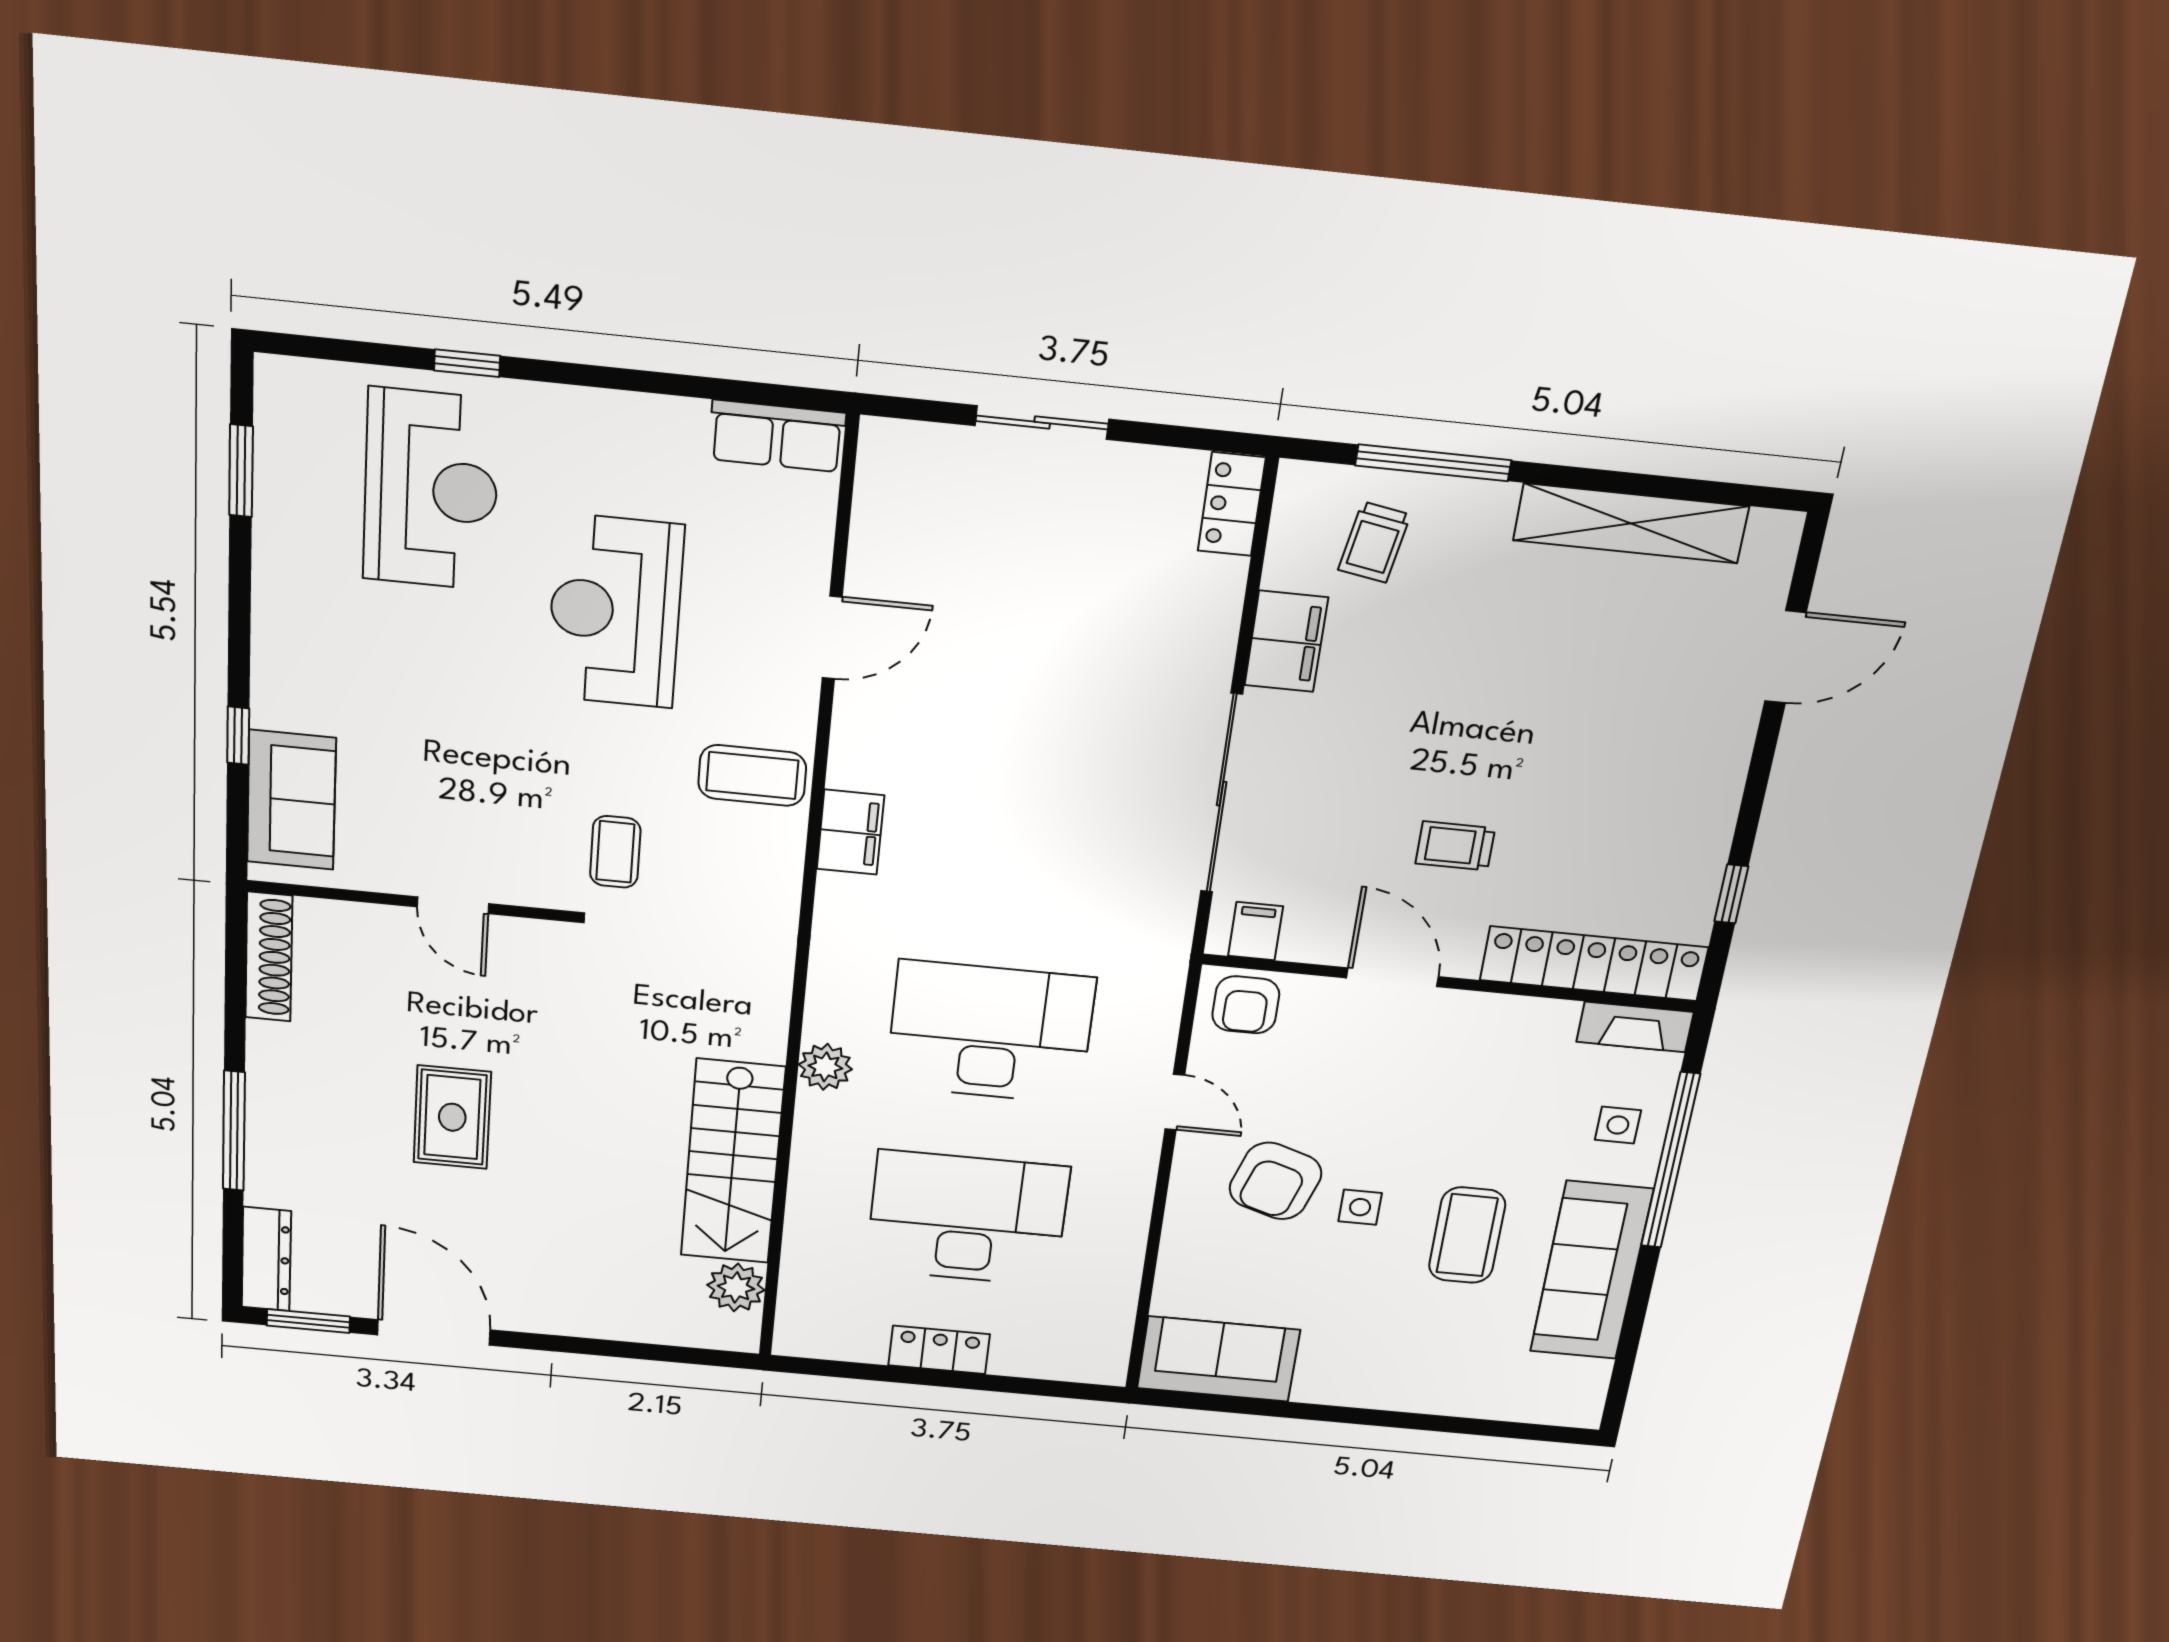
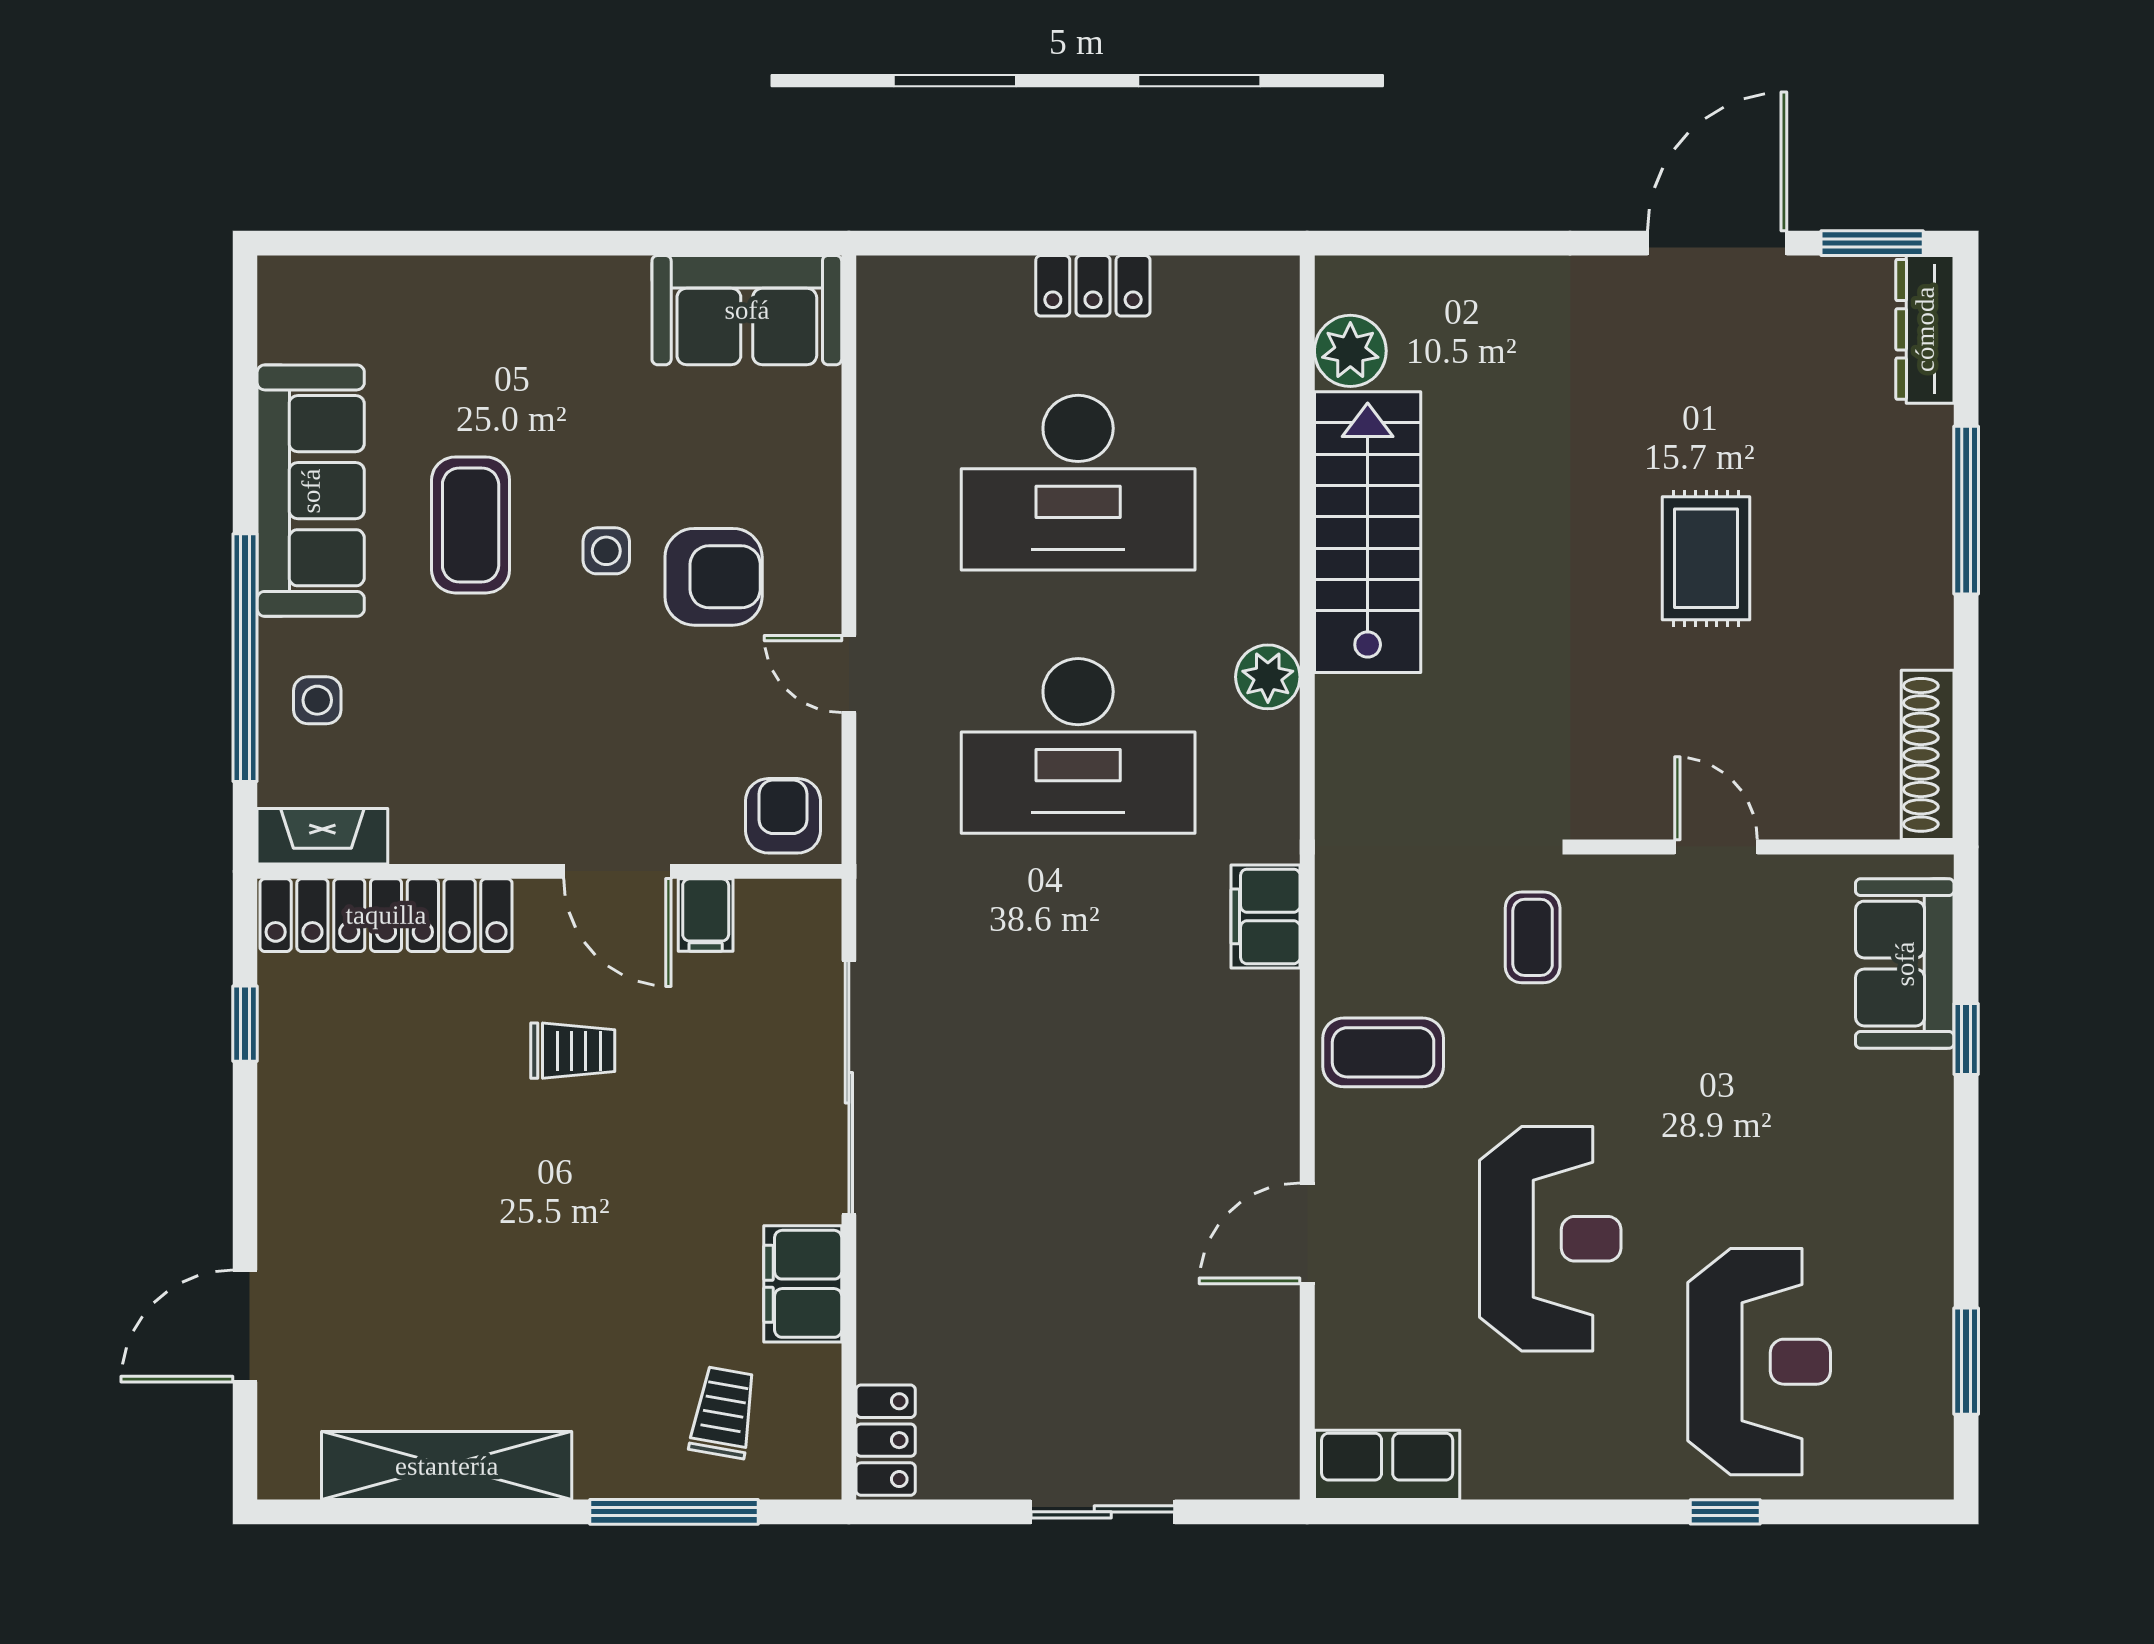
reception desk: (431, 490) -> (1759, 1362), turned 180
filing cabinet: (851, 832) -> (1265, 916), moved
filing cabinet: (1256, 931) -> (706, 915), moved
armchair: (1275, 1181) -> (714, 577), turned 72
door: (434, 1332) -> (1717, 243), swing flipped

